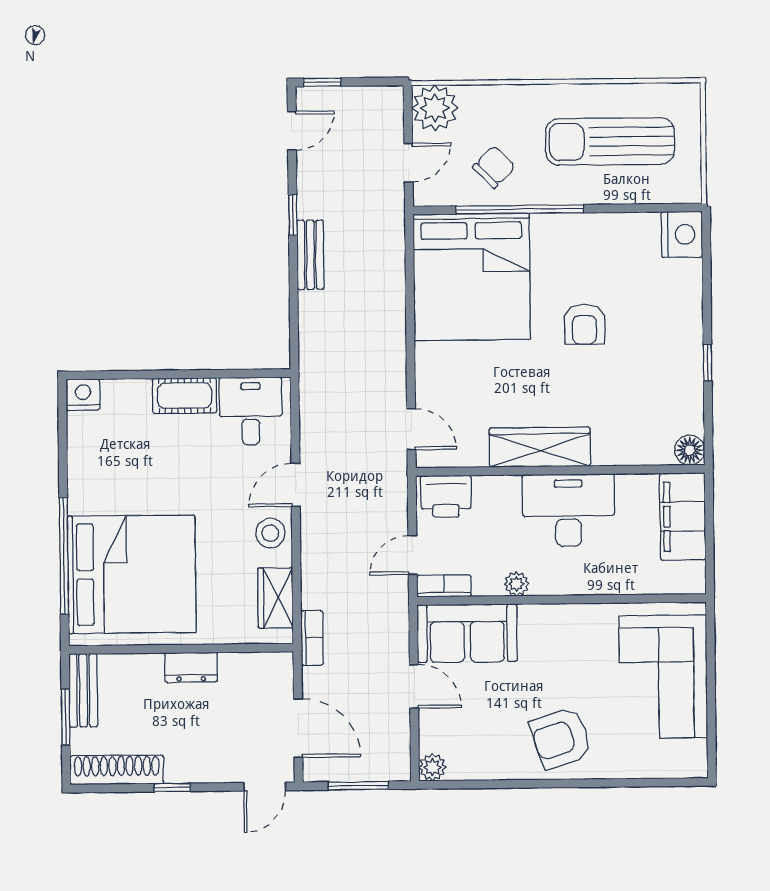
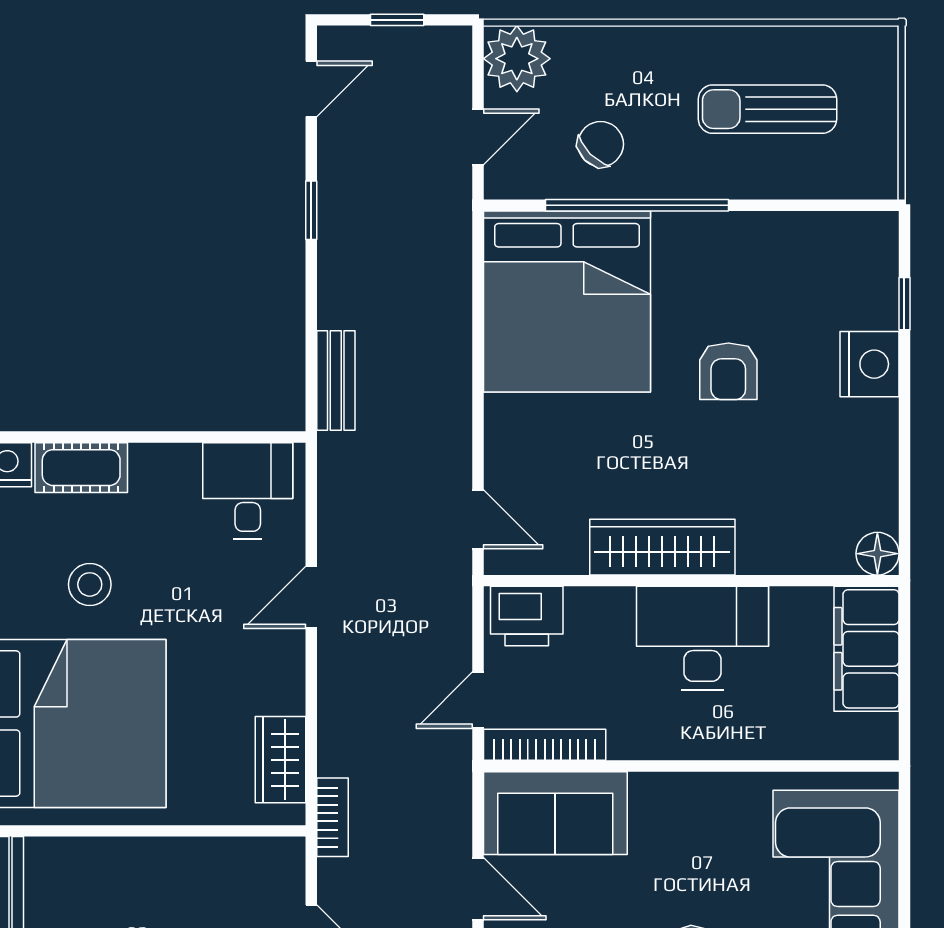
window: (322, 82) -> (397, 20), moved
sun lounger: (610, 141) -> (767, 109), width x0.73, depth x0.75
nightstand: (682, 234) -> (869, 364), moved
bench: (310, 255) -> (336, 380), moved
window: (708, 363) -> (904, 304), moved
cot: (185, 396) -> (81, 468), moved
stool: (270, 533) -> (90, 584), moved
plant: (517, 584) -> (627, 743), removed
bookcase: (444, 586) -> (545, 745), width x1.56
dresser: (191, 667) -> (158, 858), removed

